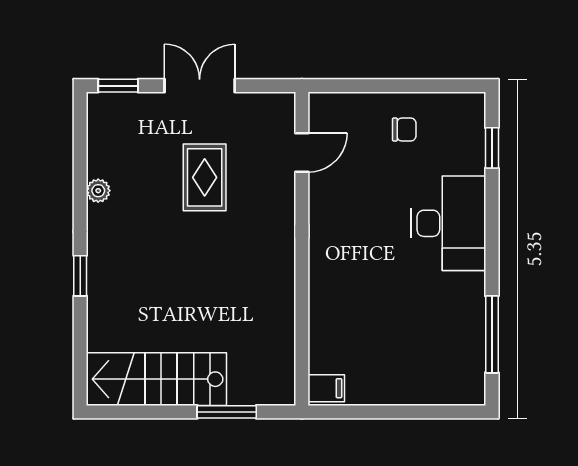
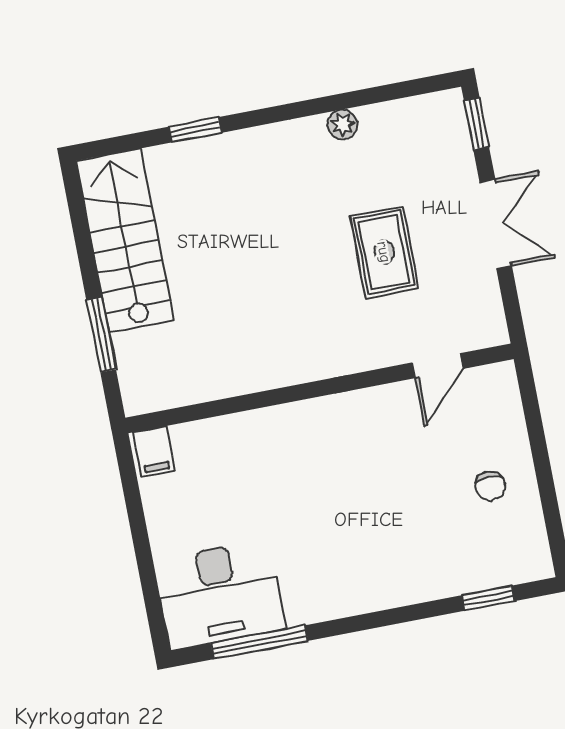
door: (302, 153) -> (438, 366), hinge flipped
rug: (205, 177) -> (384, 252), turned 90
desk: (448, 223) -> (220, 594), moved
window: (80, 276) -> (195, 130), moved

